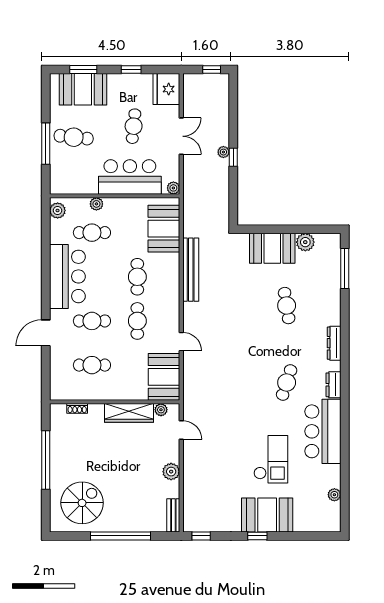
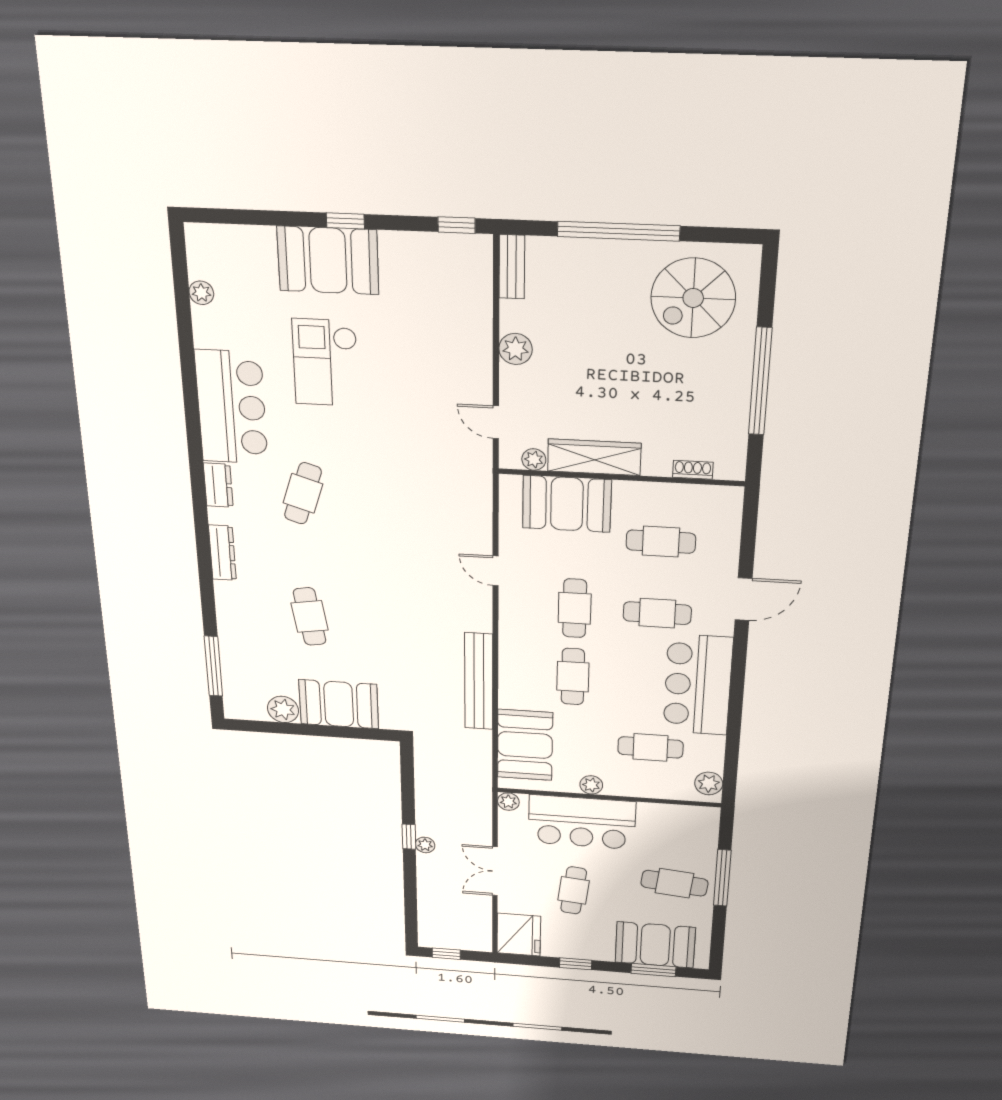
plant: (96, 204) -> (591, 785), moved
booth: (164, 377) -> (567, 504), moved, turned 90

